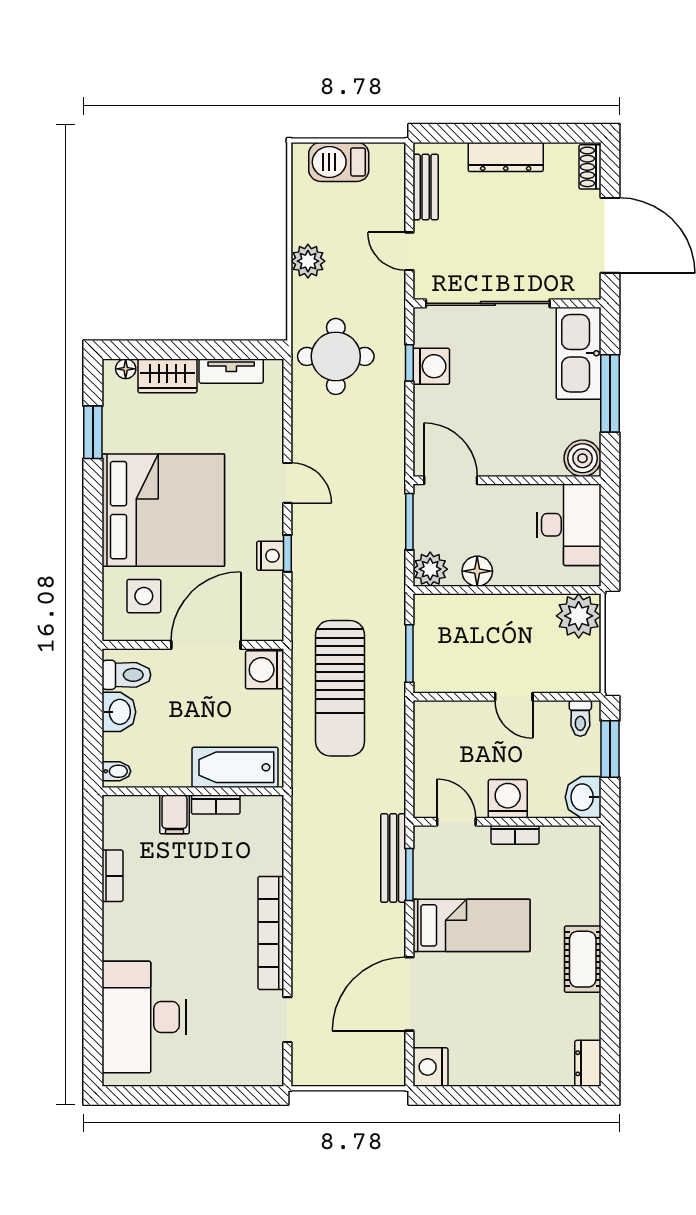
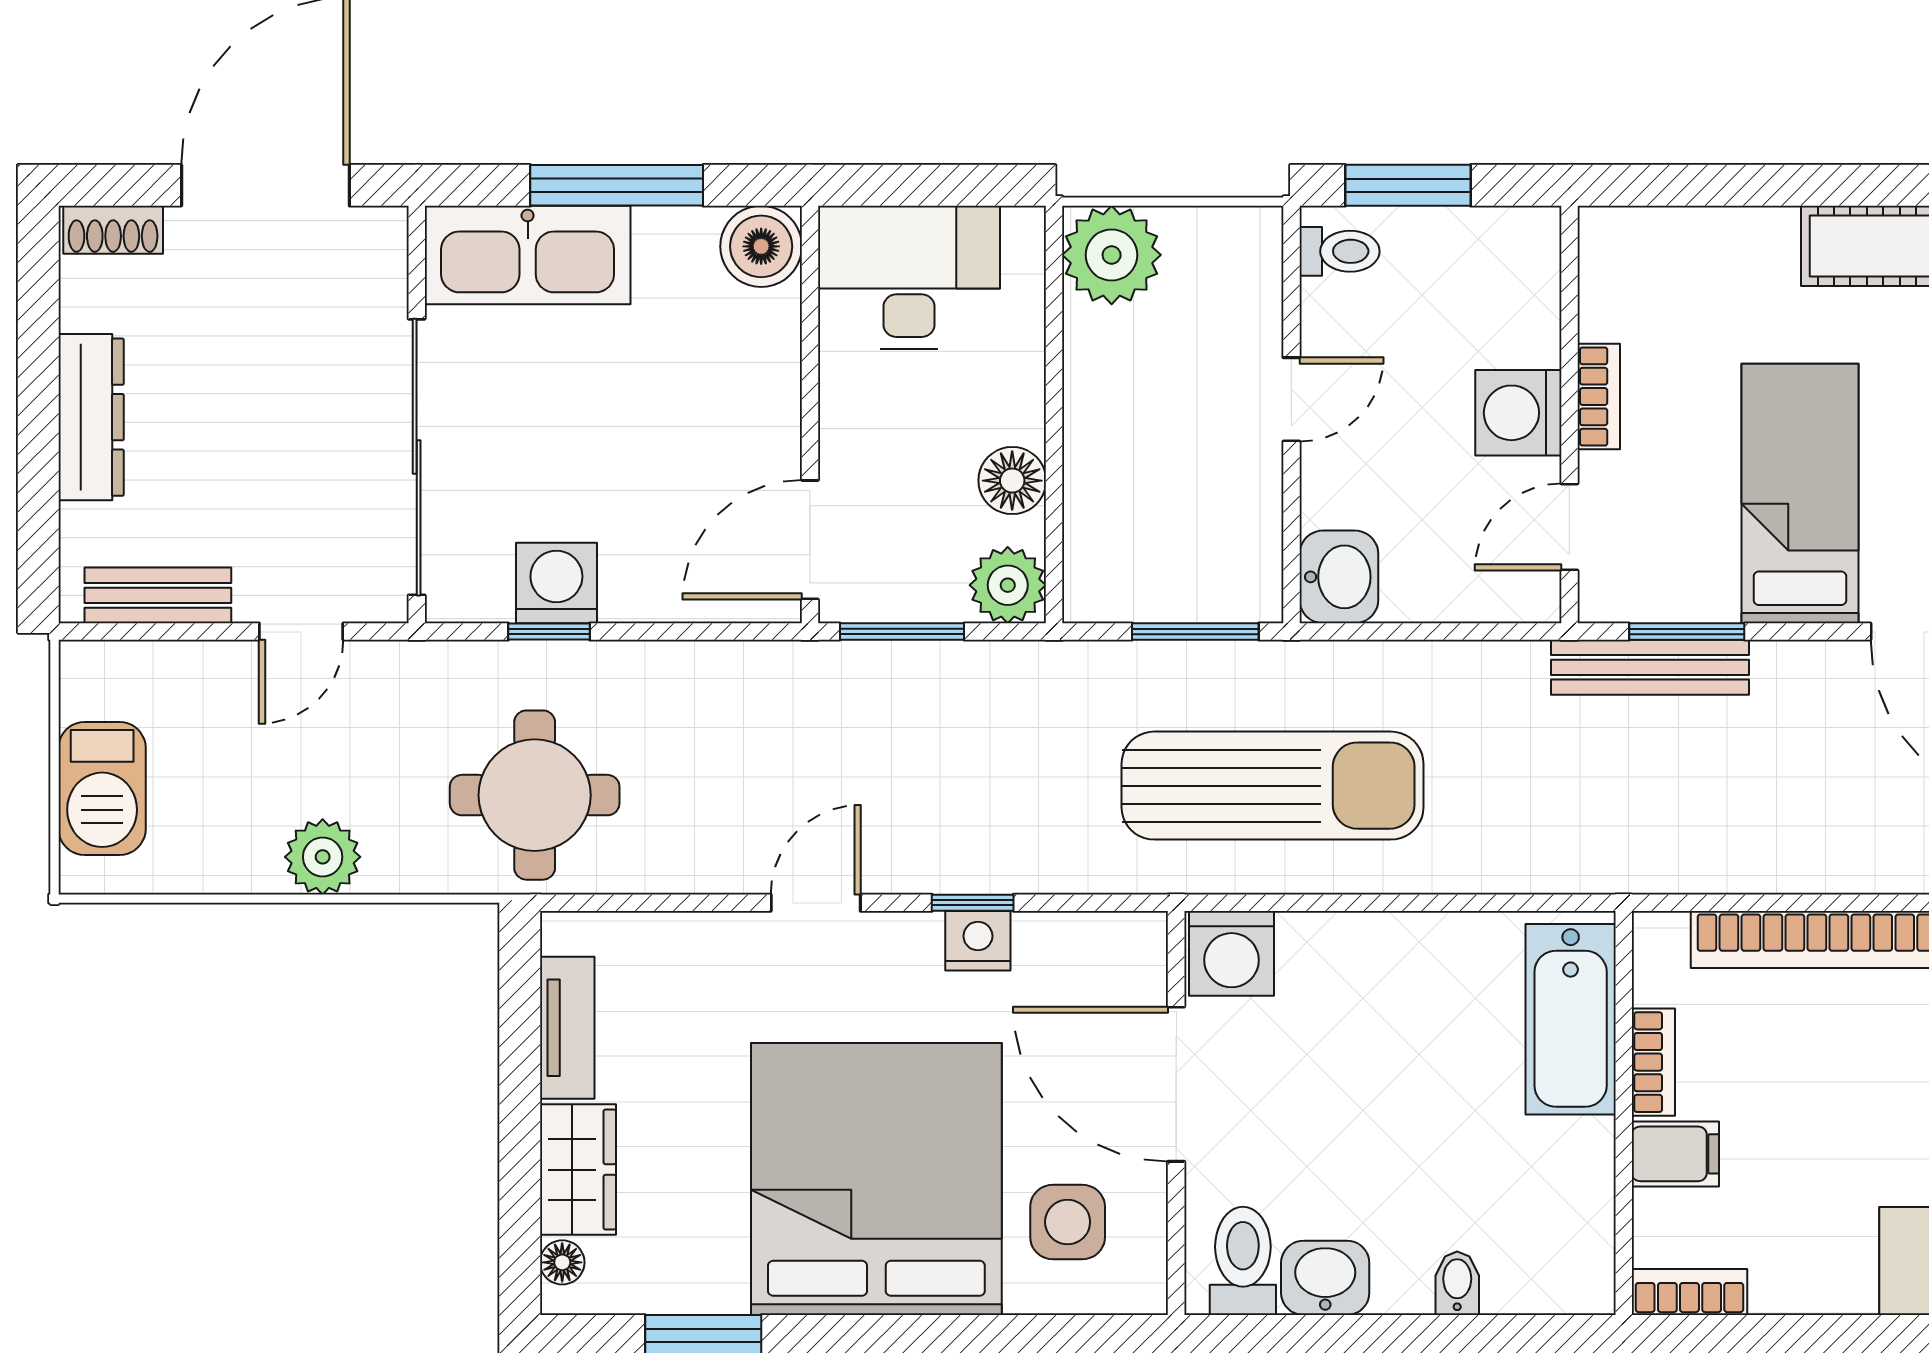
bathtub: (235, 767) -> (1571, 1019), moved
wall: (193, 791) -> (1624, 1113), moved
washbasin: (583, 797) -> (1339, 577), moved, turned -90
bookcase: (216, 805) -> (1653, 1062), moved
filing cabinet: (174, 814) -> (1675, 1154), moved

